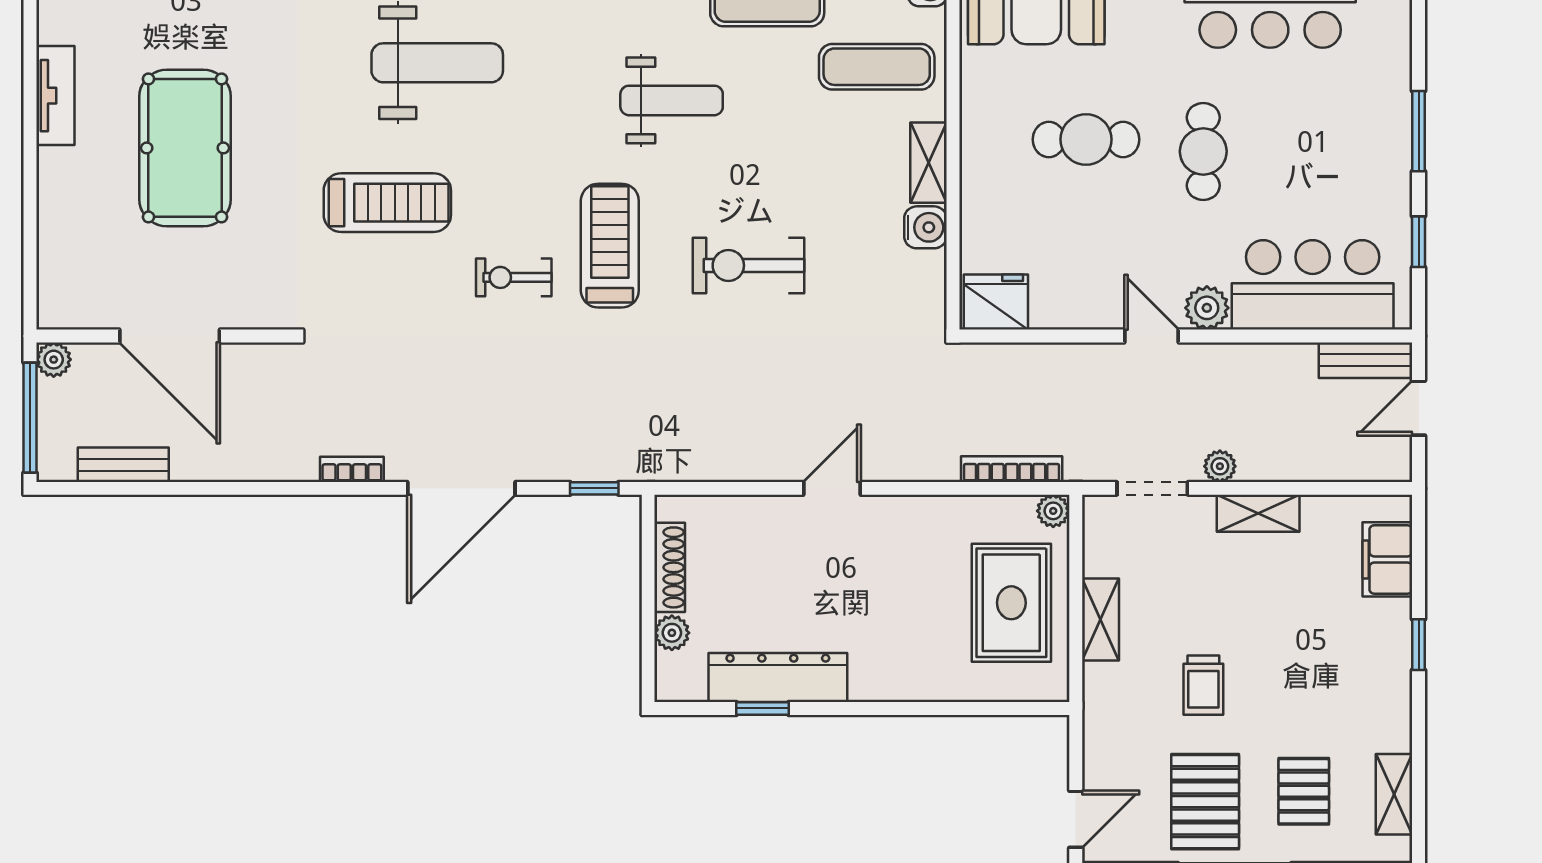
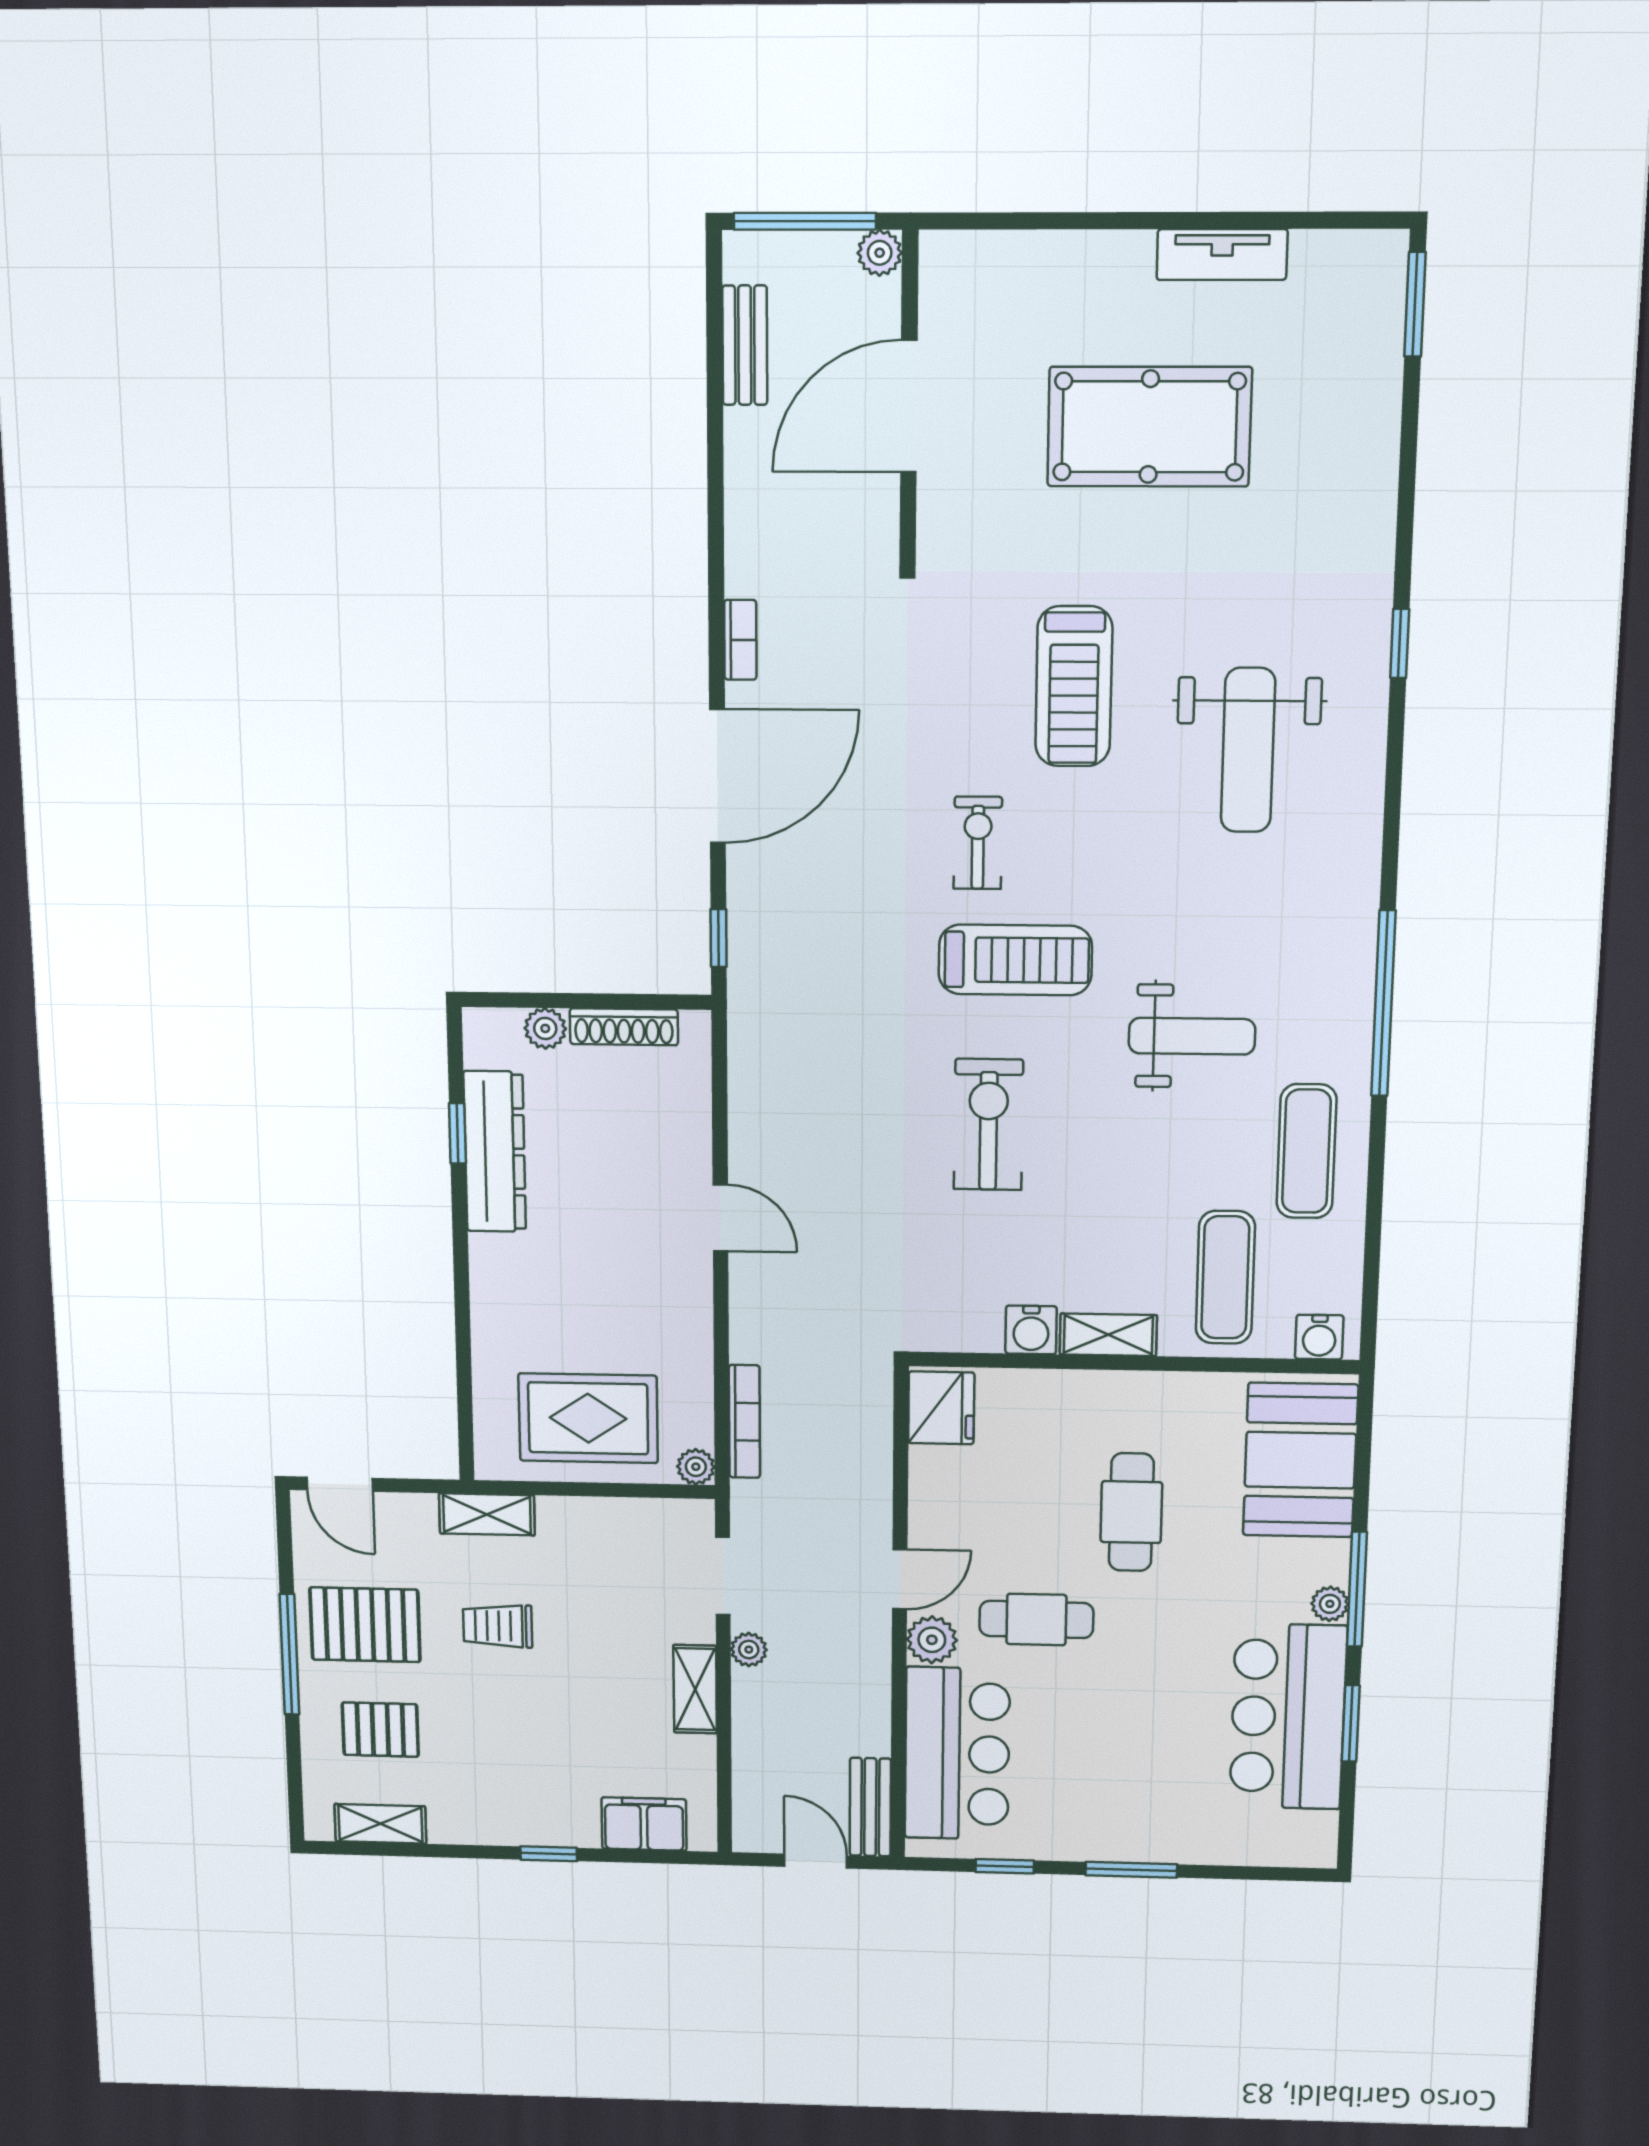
weight bench: (672, 100) -> (1192, 1036), turned -90
cafe table: (1203, 151) -> (1036, 1619), moved
door: (461, 488) -> (718, 776), swing flipped
shelving: (1101, 620) -> (487, 1514), moved

